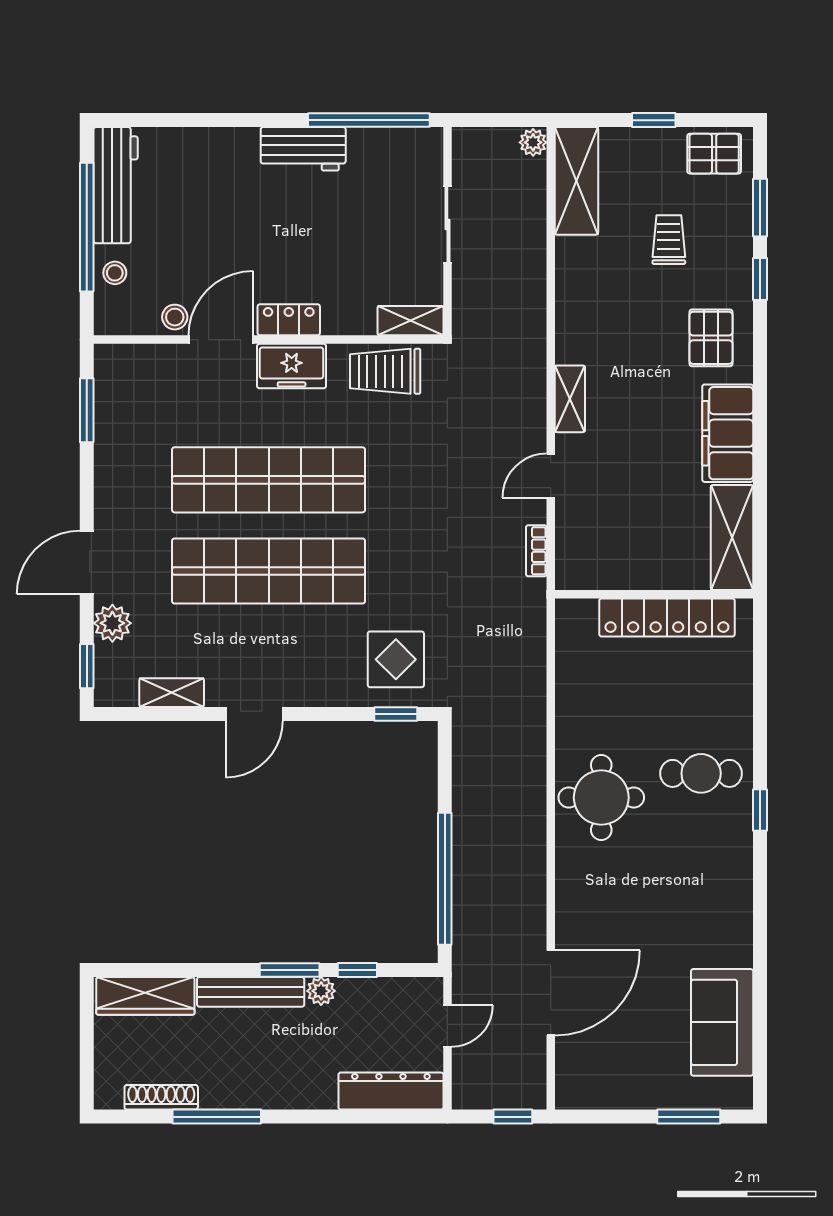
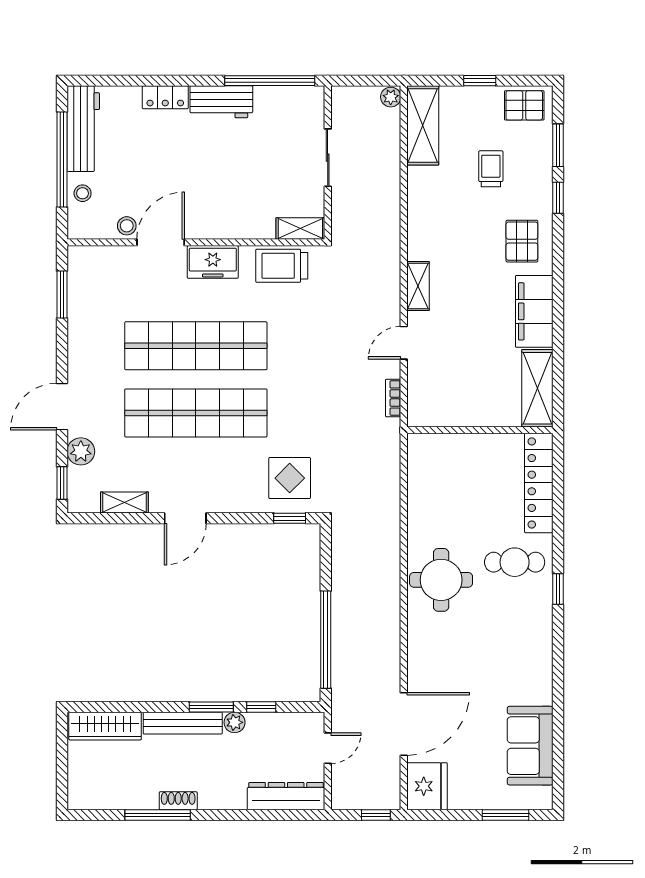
locker: (289, 320) -> (165, 97), moved, turned 180
locker: (667, 617) -> (539, 483), moved, turned 90
fridge: (582, 1077) -> (427, 786), added
shoe rack: (161, 1097) -> (178, 801), moved, width x0.70

